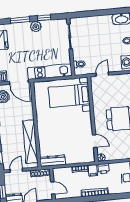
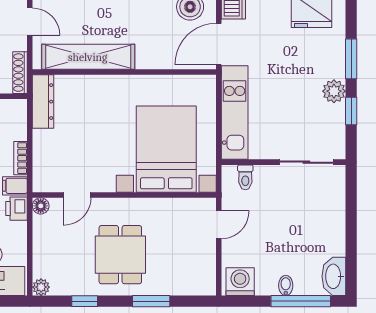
door: (103, 74) -> (219, 225), hinge flipped
bed with nightstands: (69, 96) -> (166, 149), width x1.36

